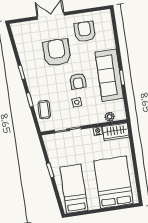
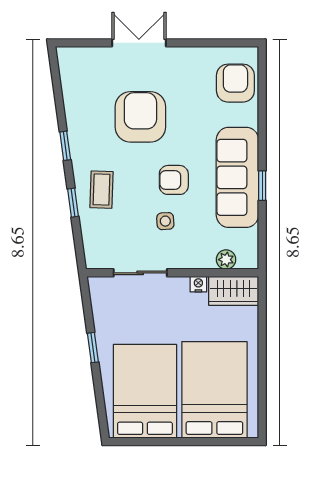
armchair: (85, 31) -> (235, 83), moved
armchair: (78, 81) -> (174, 180), turned 90
coffee table: (44, 110) -> (101, 190), moved
bed: (74, 189) -> (145, 391), width x1.50

